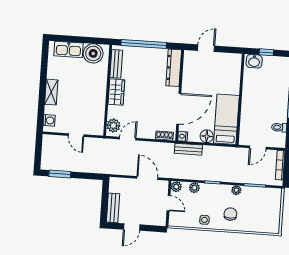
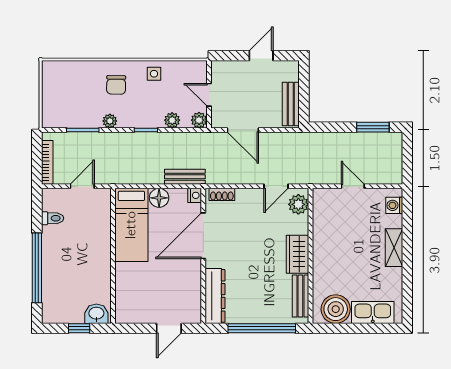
bench: (113, 208) -> (291, 104), moved

